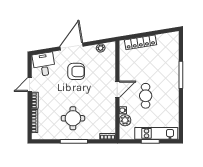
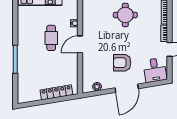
plant: (125, 120) -> (72, 13), removed

